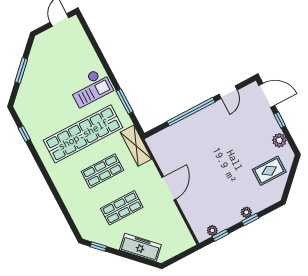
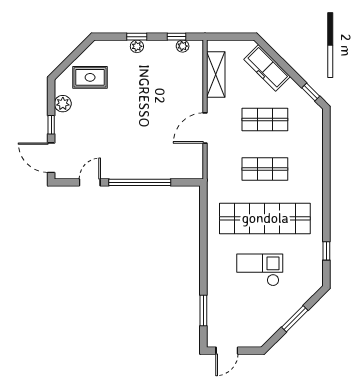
checkout: (90, 88) -> (260, 270), moved
window: (125, 101) -> (203, 311), moved
shelving: (136, 146) -> (216, 75), moved
door: (169, 188) -> (205, 128), moved

